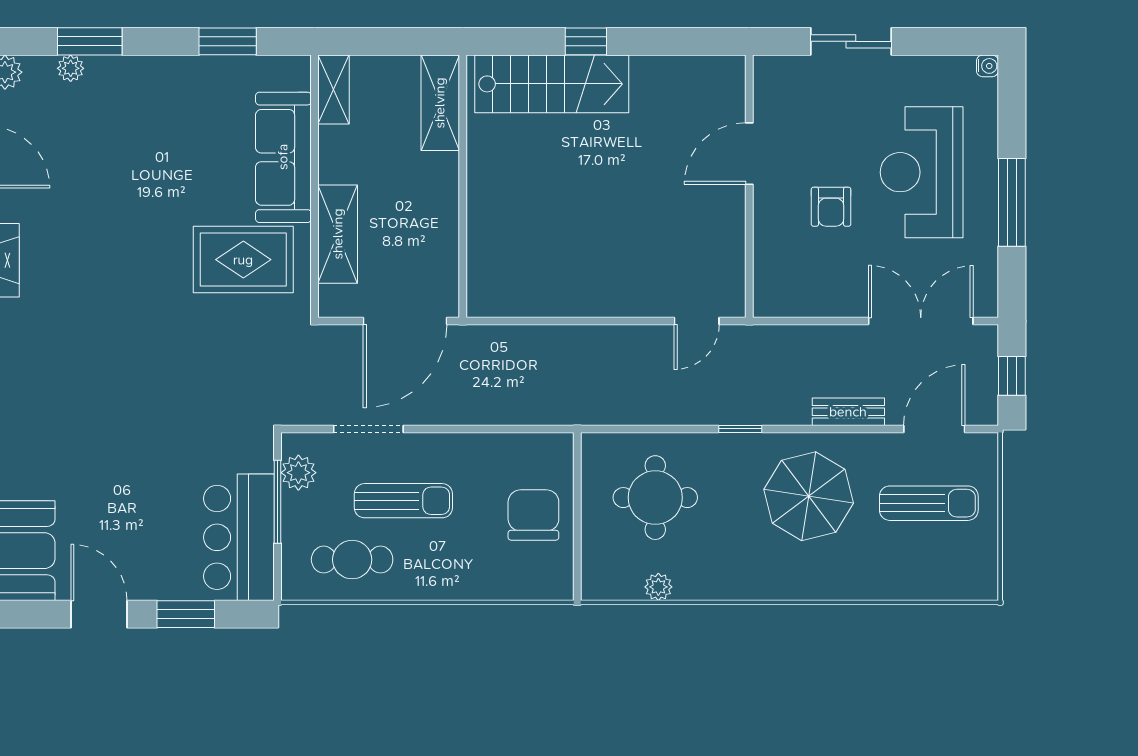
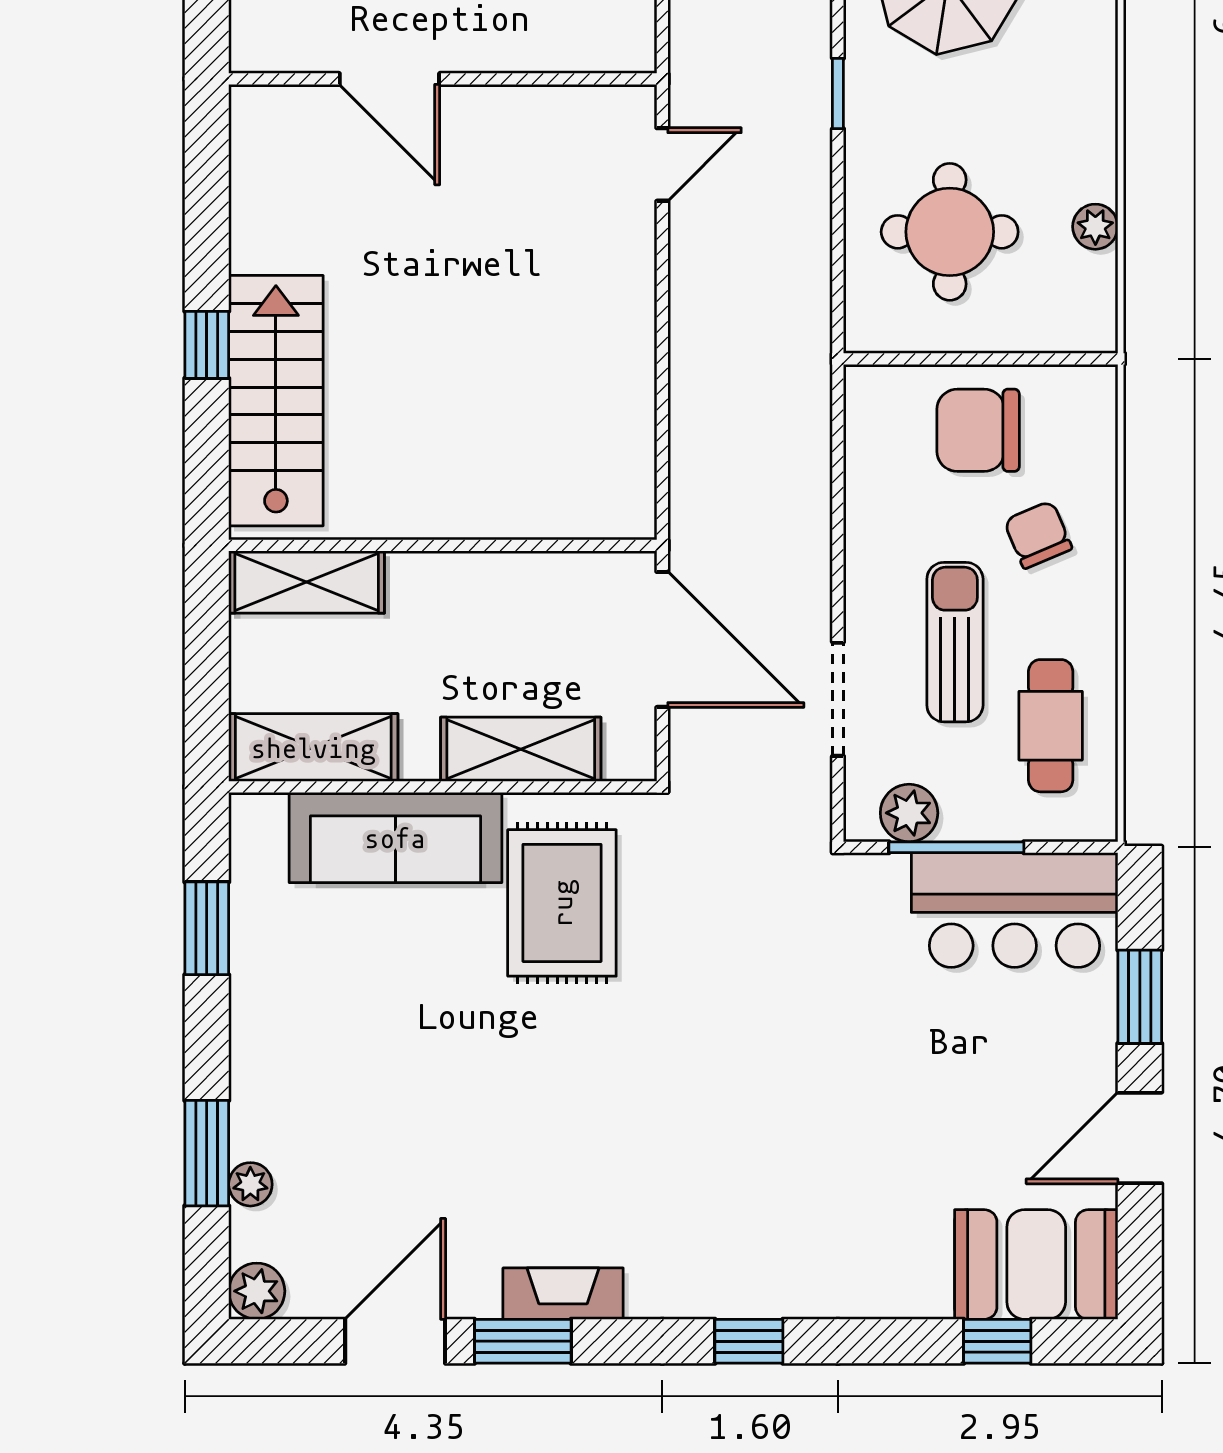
shelving: (333, 90) -> (313, 748), width x1.50, depth x1.33
door: (697, 321) -> (662, 164), hinge flipped
chair: (469, 552) -> (1038, 535), added

